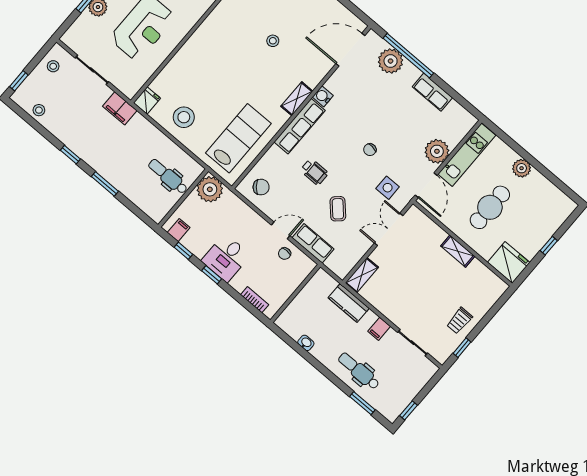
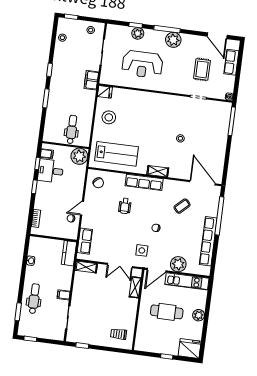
plant: (391, 61) -> (210, 208), removed
row of seats: (432, 92) -> (208, 241), width x2.02
water cooler: (323, 96) -> (168, 184), removed
coffee table: (338, 209) -> (182, 206), moved
double door: (389, 229) -> (120, 265), swing flipped
door: (281, 230) -> (82, 208), swing flipped
row of seats: (313, 243) -> (85, 241), moved
shelving: (458, 251) -> (135, 287), moved
desk: (226, 258) -> (51, 171), moved
fridge: (509, 262) -> (190, 349), moved, turned -90
kitchen counter: (349, 303) -> (69, 253), moved
trolley: (459, 321) -> (119, 334), moved

